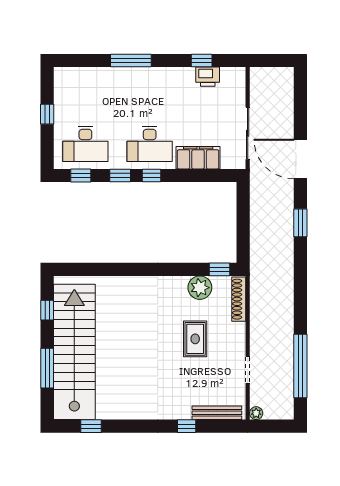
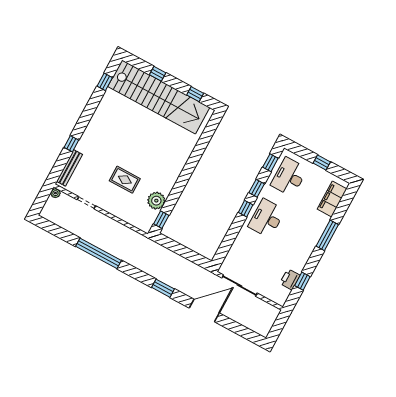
filing cabinet: (198, 158) -> (332, 199), moved, turned 180
shoe rack: (239, 299) -> (135, 222), removed
window: (300, 366) -> (99, 253), moved
window: (47, 368) -> (158, 74), width x0.46

